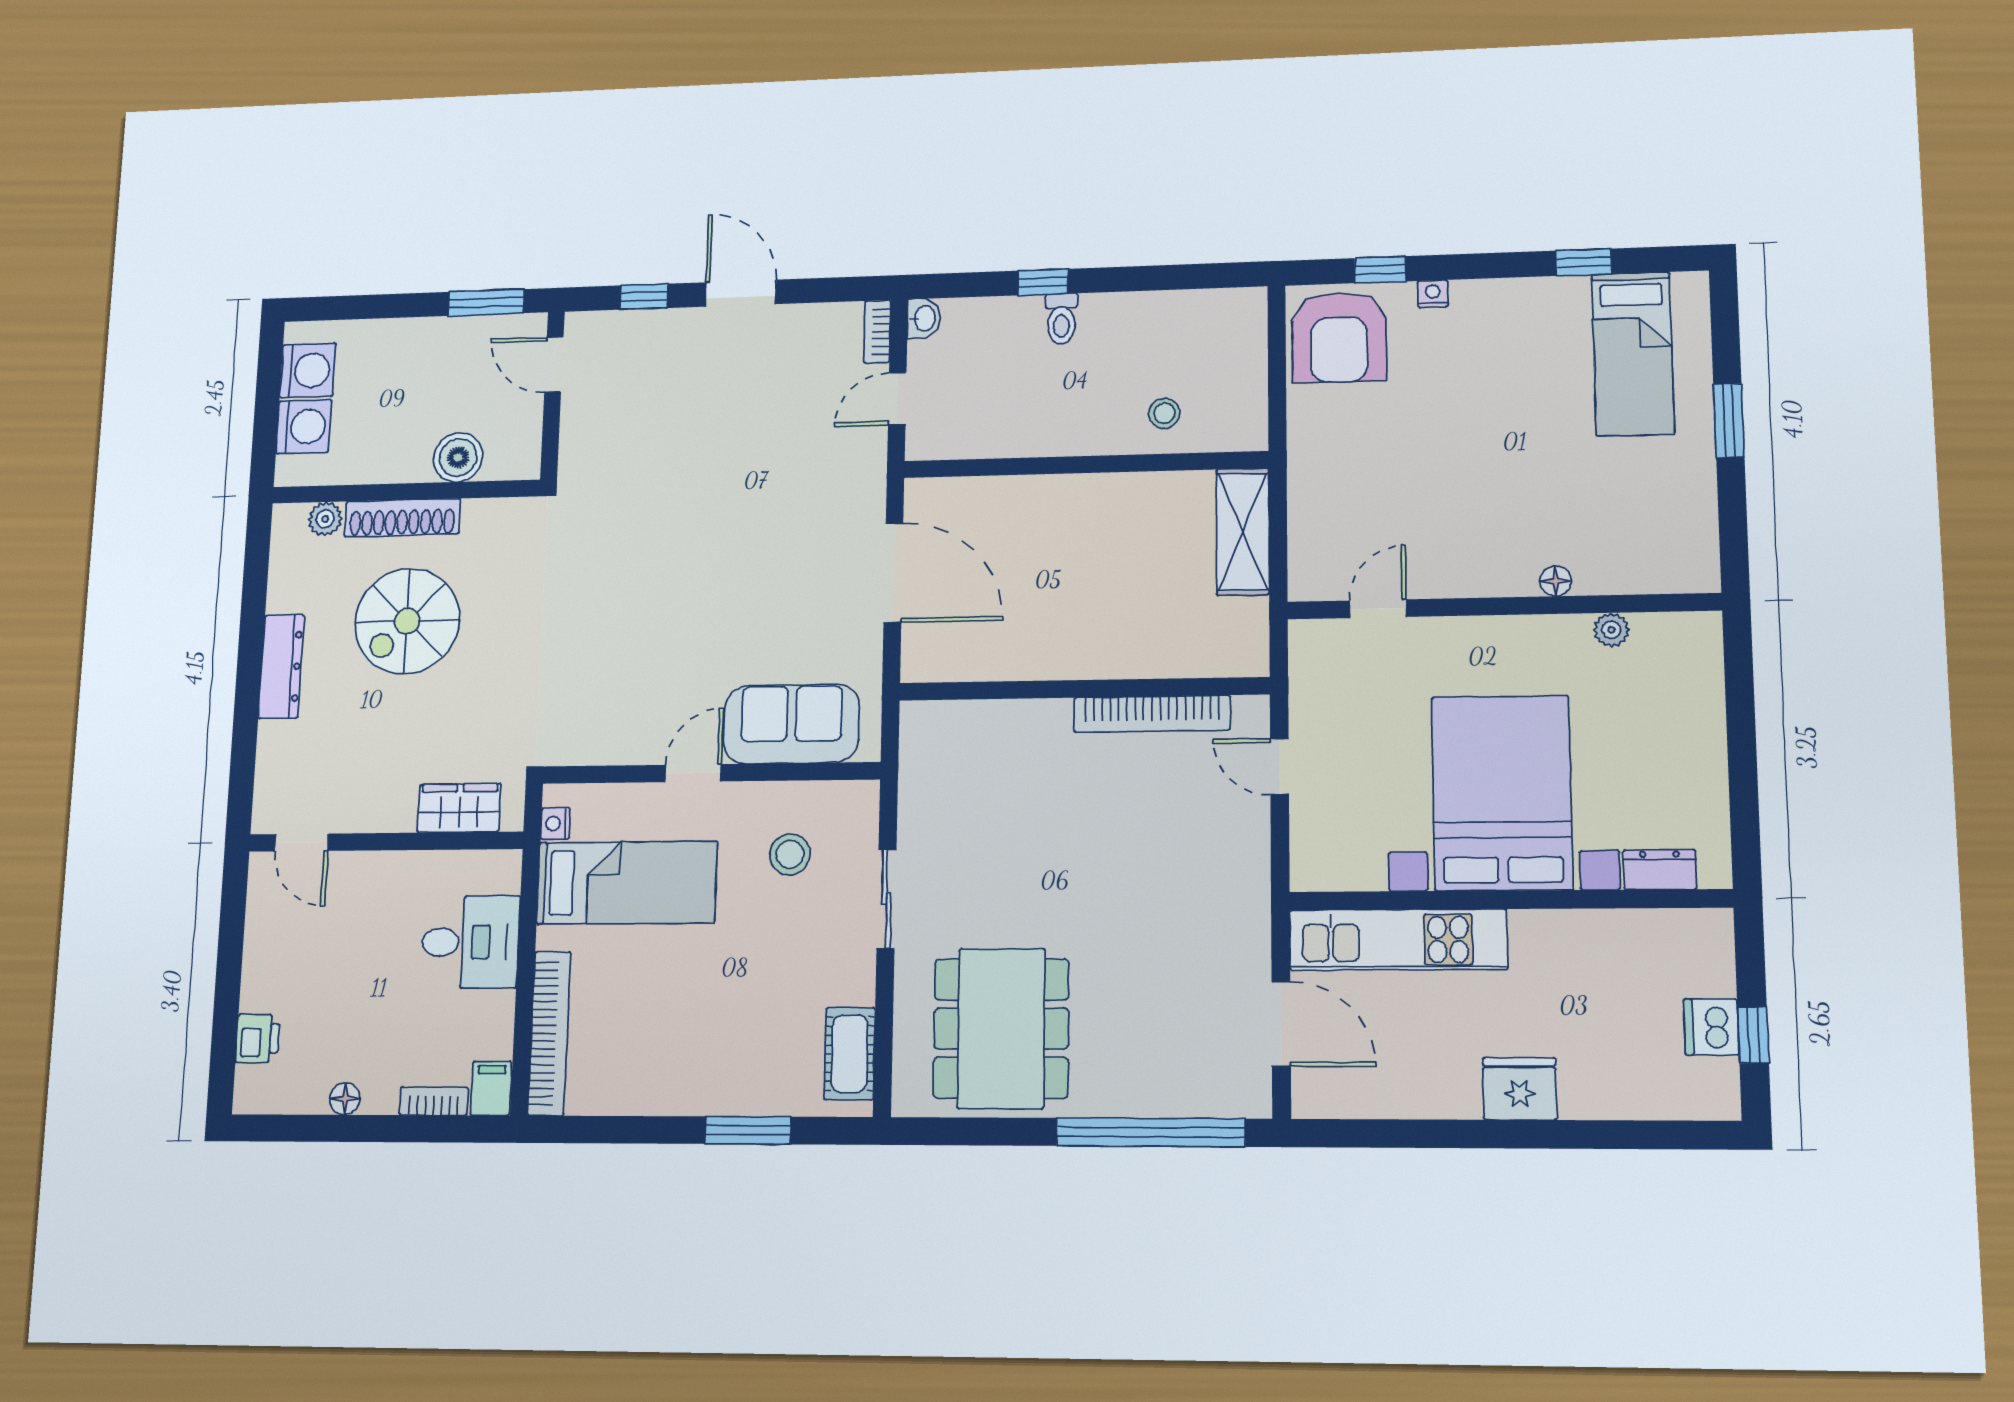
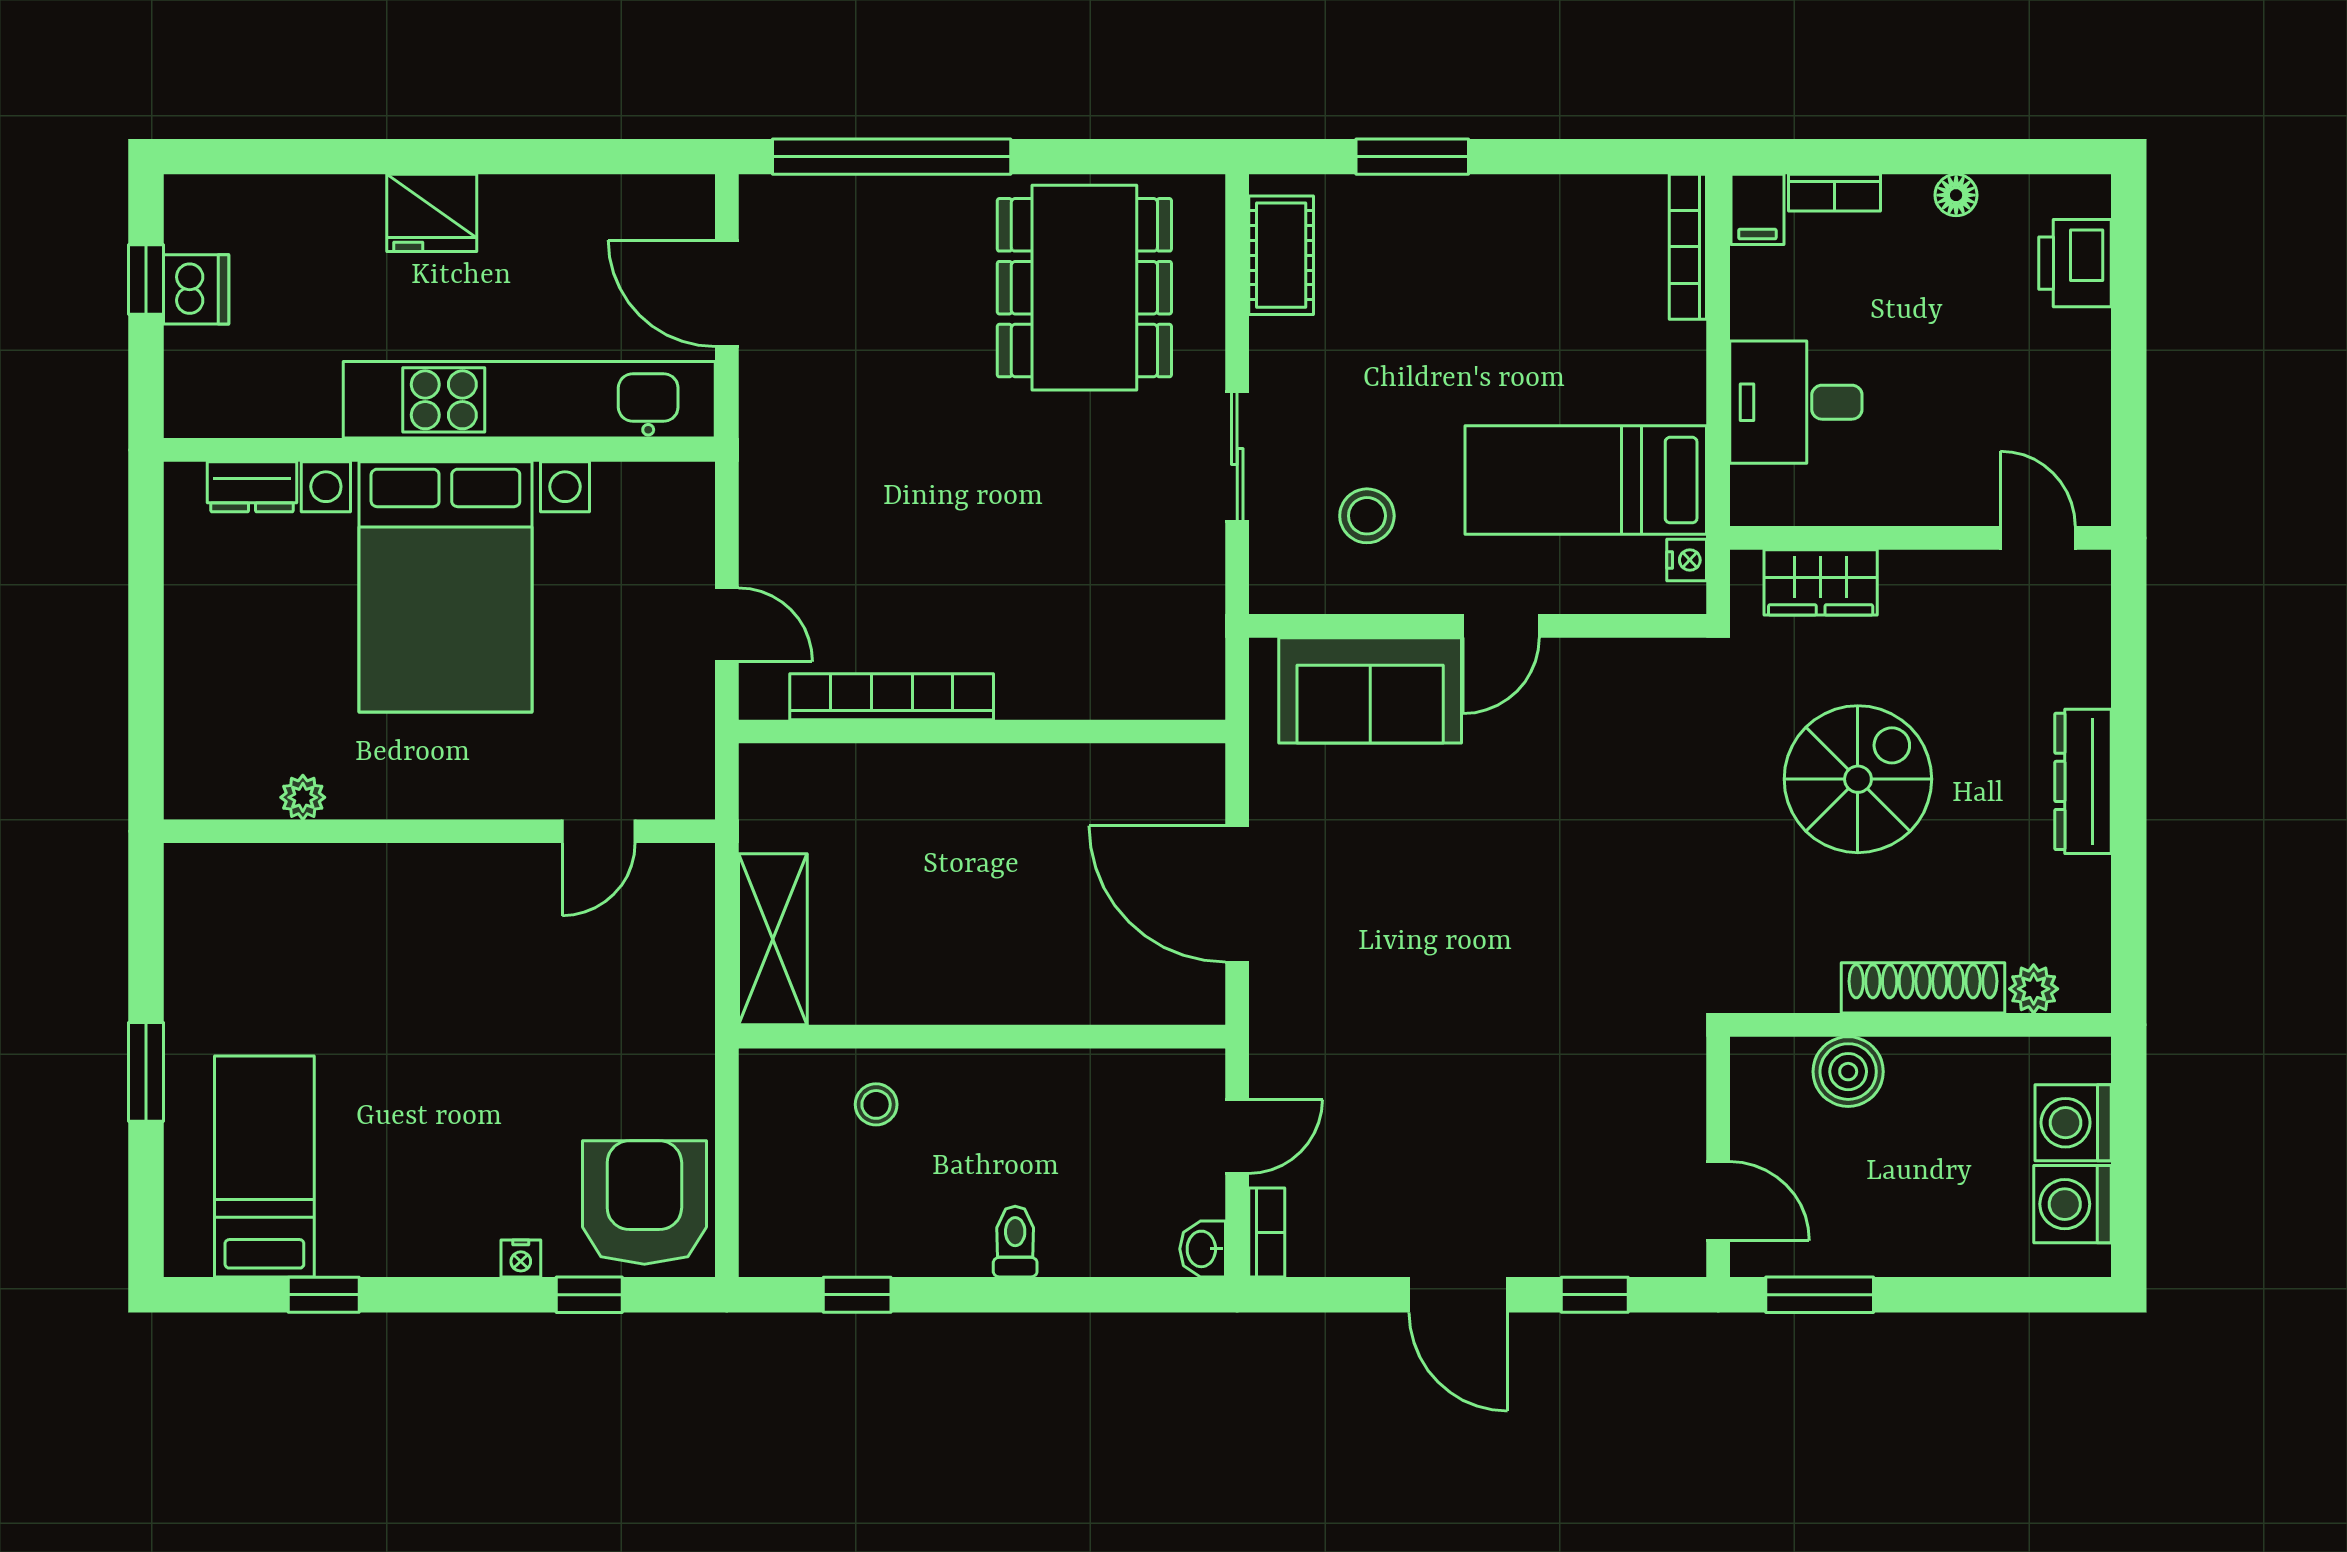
window: (1043, 282) -> (857, 1295), moved
floor lamp: (1556, 581) -> (371, 863), removed
spiral stairs: (407, 621) -> (1858, 779), moved
kitchen unit: (1398, 940) -> (529, 400), width x1.36
bookcase: (549, 1033) -> (1688, 247), width x0.68, depth x0.76
printer: (258, 1038) -> (2075, 263), width x1.36, depth x1.24

